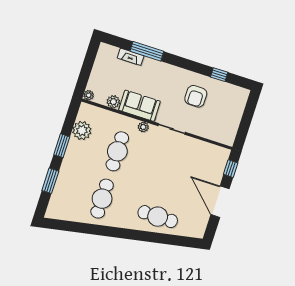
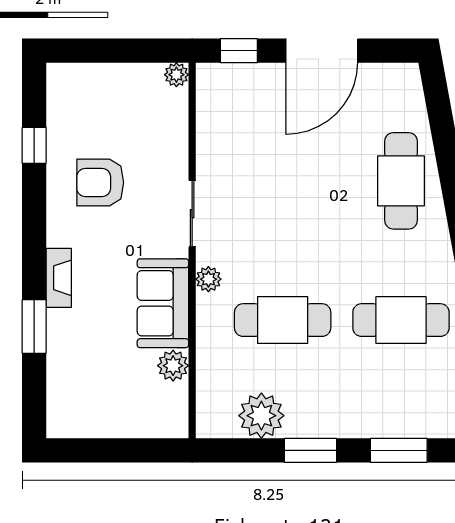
window: (147, 51) -> (34, 326), width x0.69
fireplace: (131, 57) -> (59, 278), moved
plant: (89, 95) -> (176, 75), moved
armchair: (196, 96) -> (100, 183), turned 180

